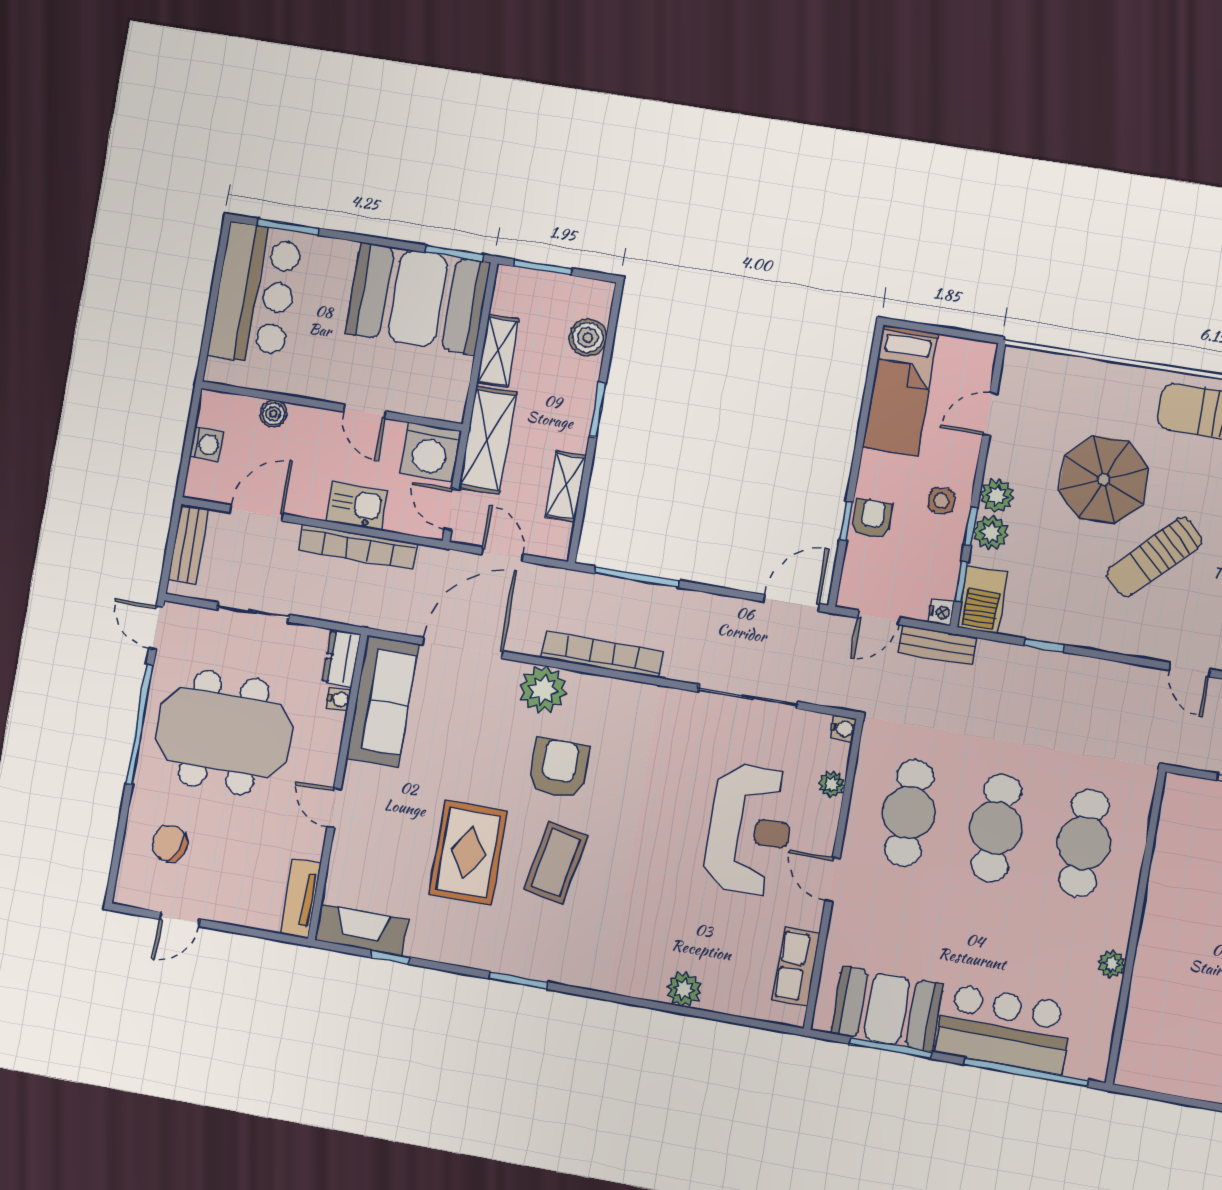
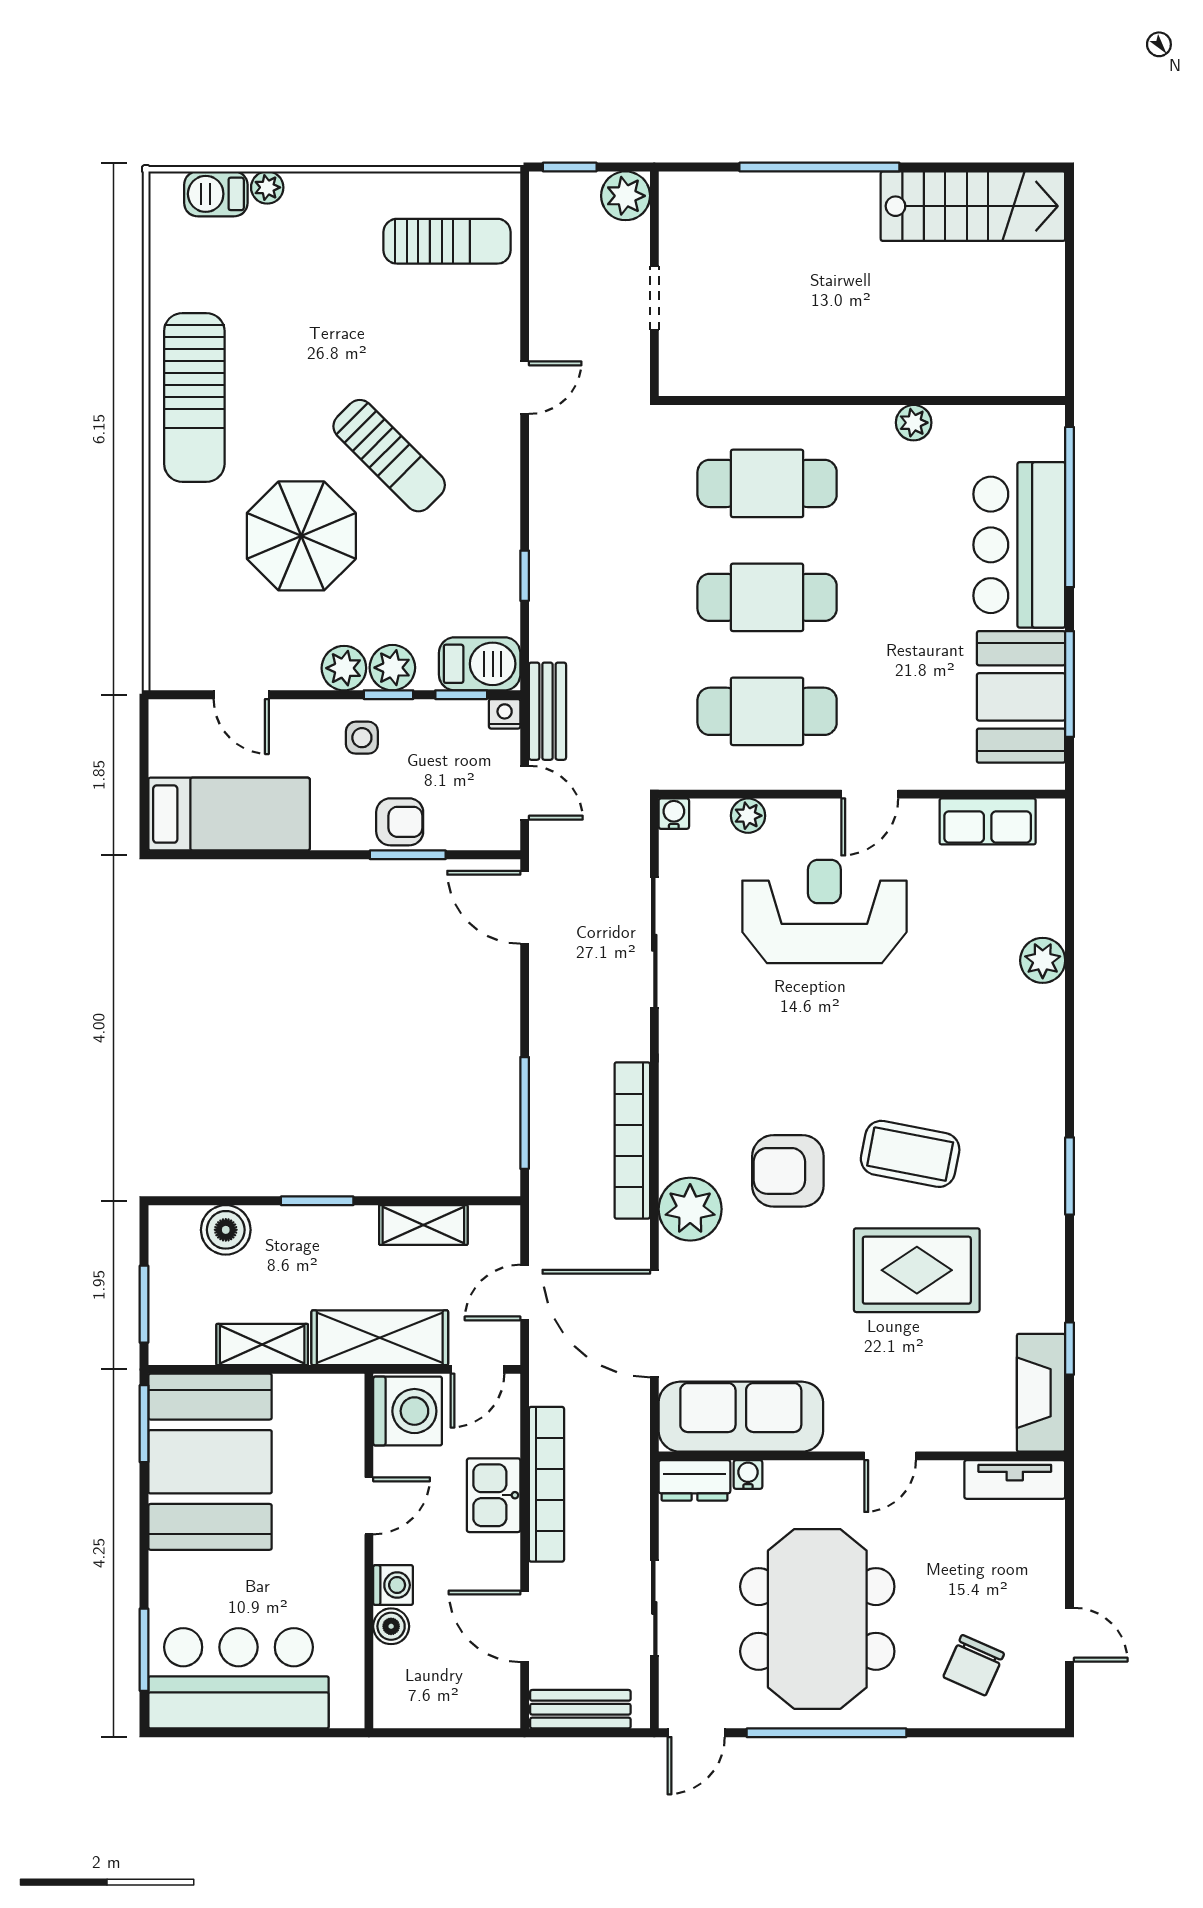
washing machine: (206, 444) -> (393, 1585), moved, turned 90
armchair: (872, 519) -> (400, 822), turned 180
window: (846, 521) -> (408, 855), width x1.50

